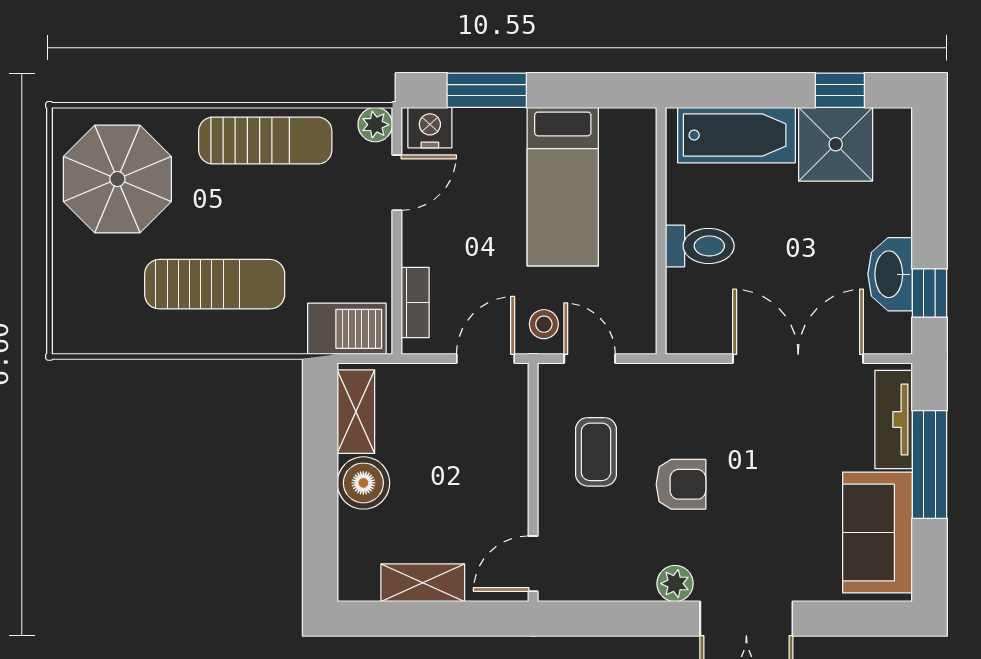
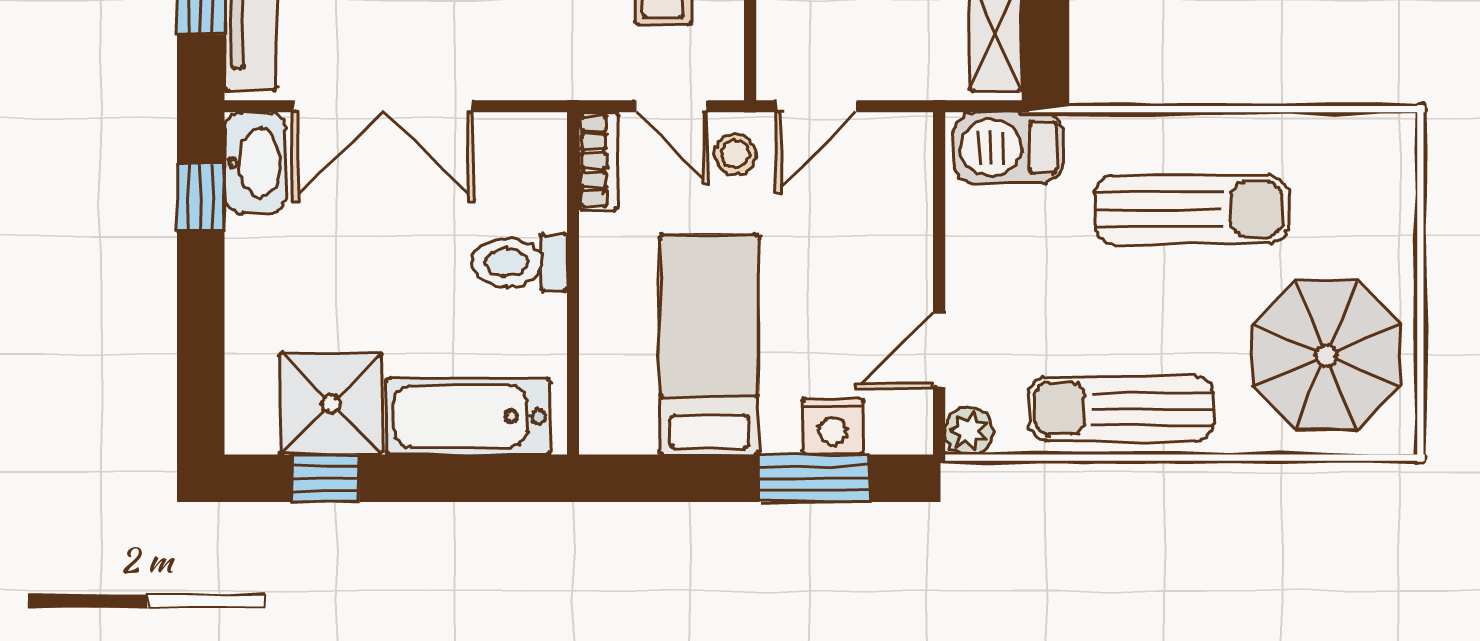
nightstand: (430, 128) -> (833, 427), moved
washbasin: (890, 274) -> (255, 163), moved
sun lounger: (215, 284) -> (1192, 210), turned 180
bookcase: (415, 302) -> (598, 161), moved, turned 180

